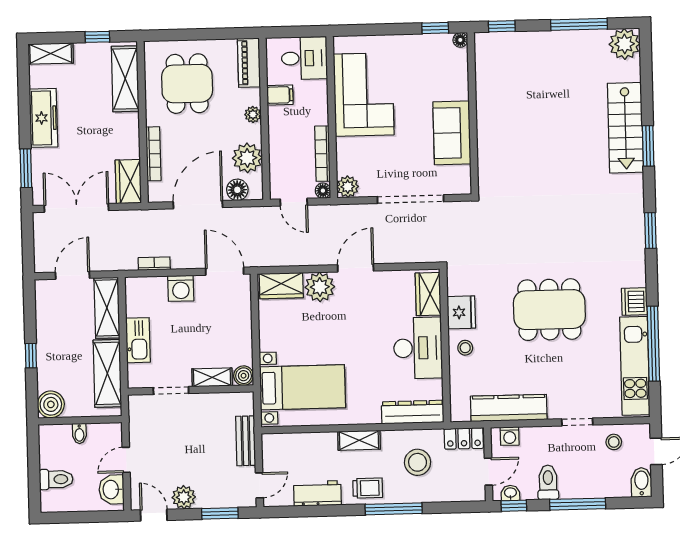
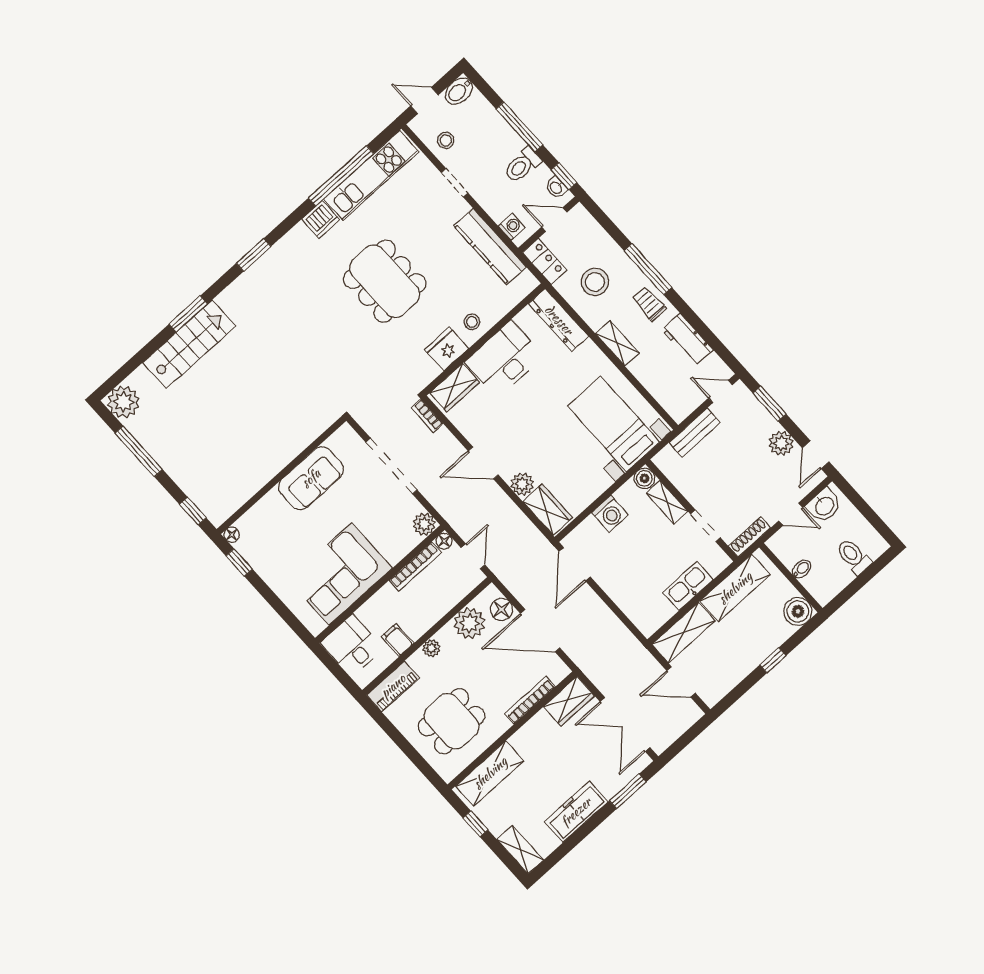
bookcase: (154, 264) -> (427, 416), moved
plant: (320, 287) -> (522, 484), width x0.73, depth x0.73
washing machine: (181, 288) -> (610, 514), moved, turned 90
shoe rack: (135, 416) -> (750, 537), added

